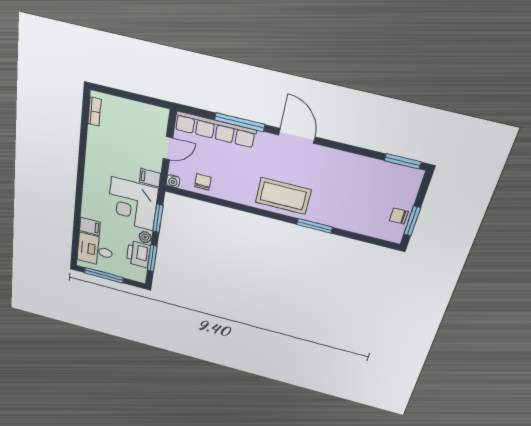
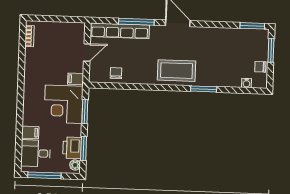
water cooler: (173, 181) -> (246, 83), moved
window: (412, 221) -> (271, 50), moved
plant: (145, 237) -> (75, 165), moved

